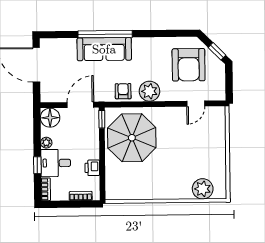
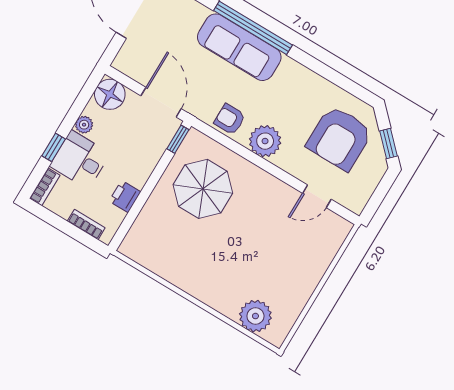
armchair: (123, 91) -> (230, 119), turned -90
door: (80, 105) -> (161, 102), hinge flipped
parasol: (132, 138) -> (203, 189), width x0.73, depth x0.73

